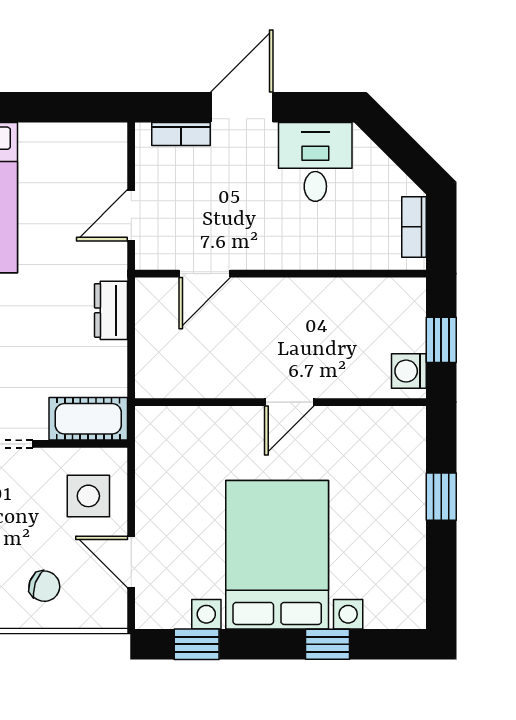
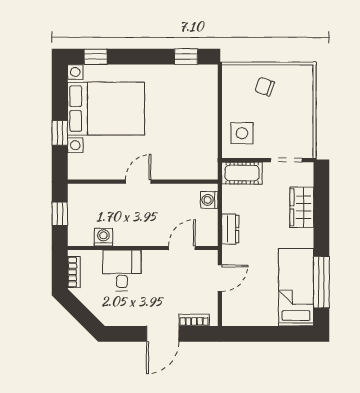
desk: (315, 162) -> (122, 270), moved, turned 180
washing machine: (152, 367) -> (209, 200), added
washing machine: (409, 371) -> (103, 237), moved, turned -90
bed with nightstands: (277, 555) -> (106, 109), moved, turned -90
door: (131, 562) -> (220, 99), removed
window: (327, 644) -> (96, 57), moved

